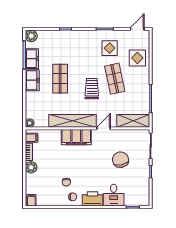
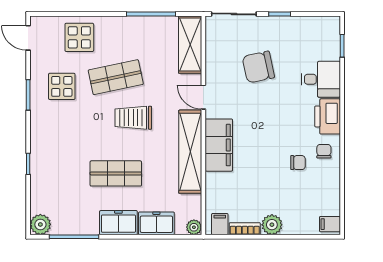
freezer: (32, 59) -> (156, 223), moved

